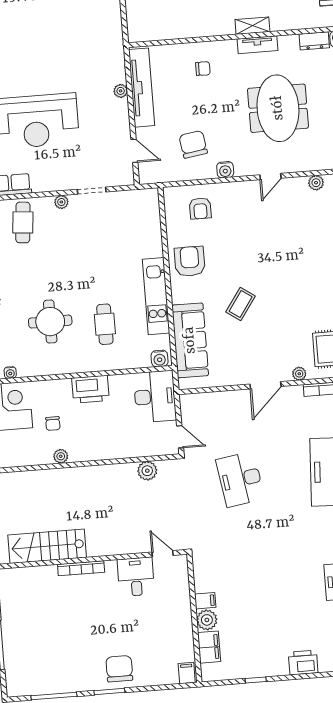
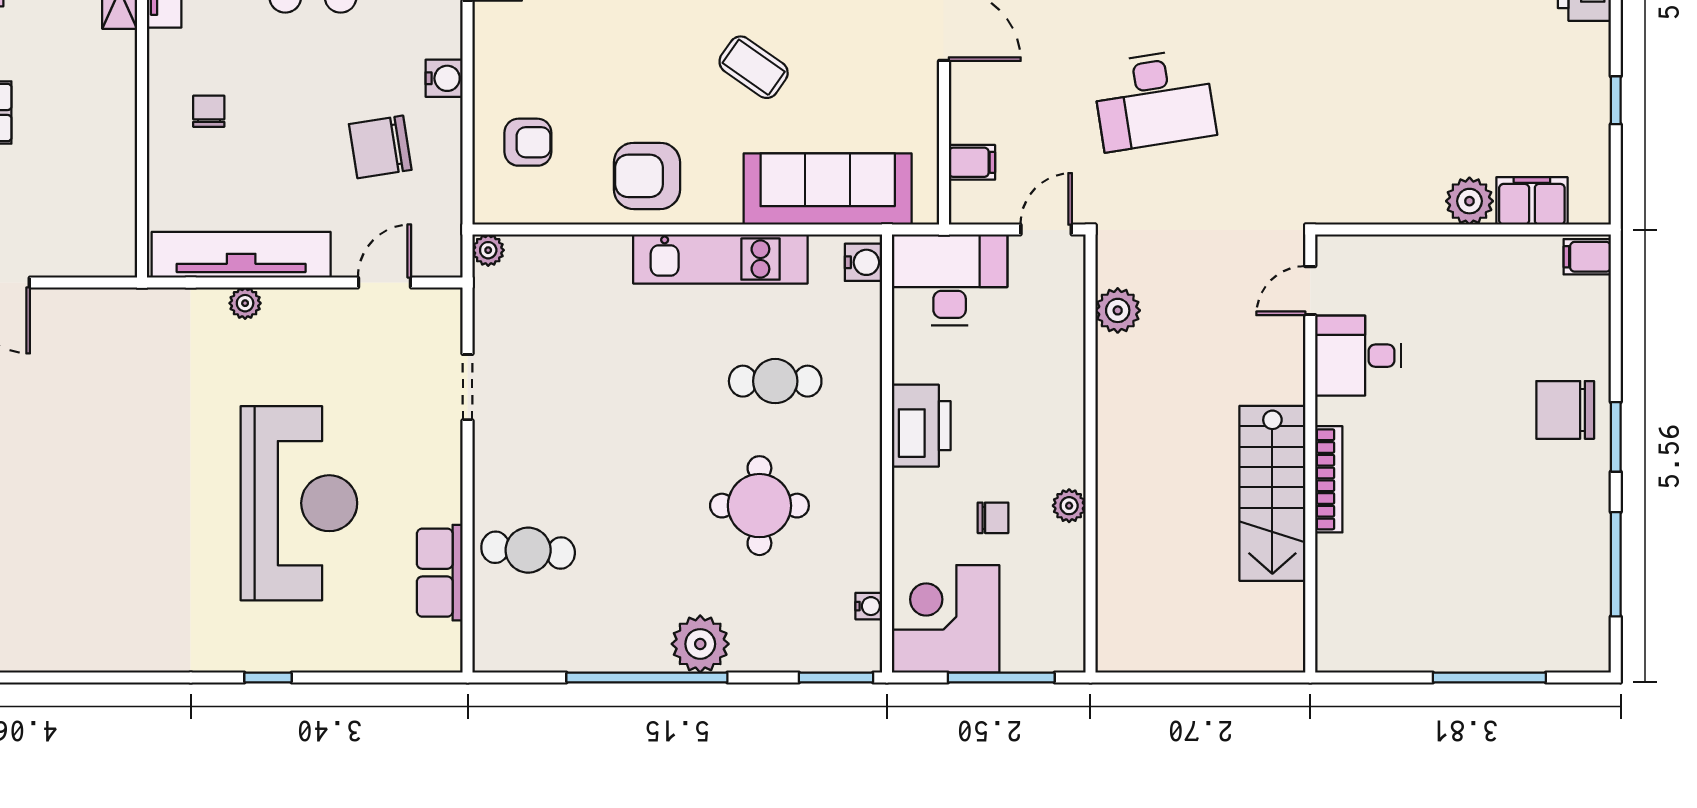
plant: (61, 202) -> (488, 250), moved
stairs: (47, 546) -> (1272, 493), moved
filing cabinet: (205, 601) -> (972, 162), moved, turned 90

